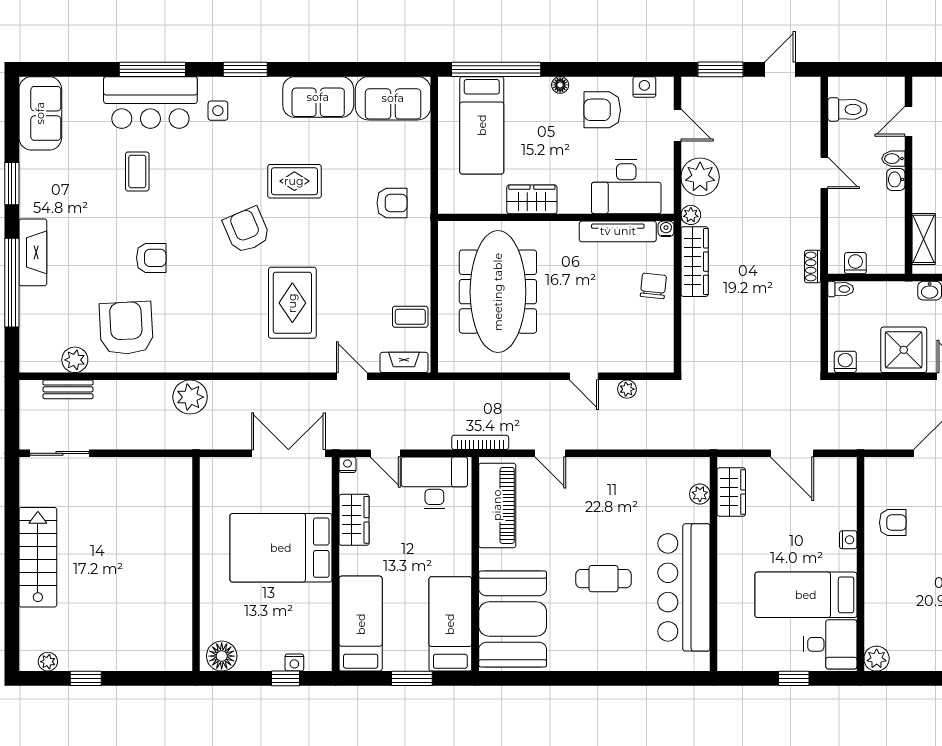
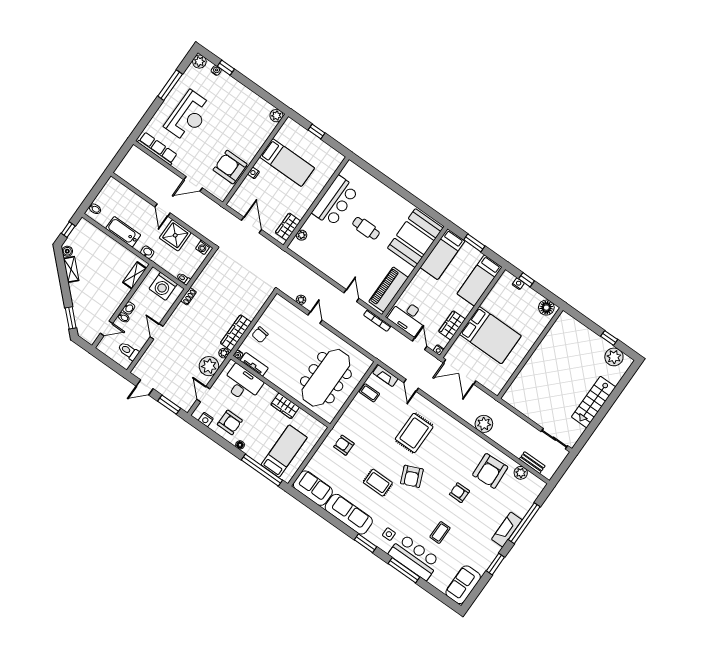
sofa: (318, 97) -> (349, 514), width x1.36
tv unit: (618, 231) -> (254, 364), width x0.71
washing machine: (855, 263) -> (163, 286), width x1.89, depth x1.89
armchair: (893, 523) -> (230, 167), width x1.88, depth x1.88
bar counter: (684, 587) -> (335, 201), width x0.73
desk: (830, 644) -> (291, 135), removed
plant: (48, 662) -> (614, 357), width x1.88, depth x1.88

